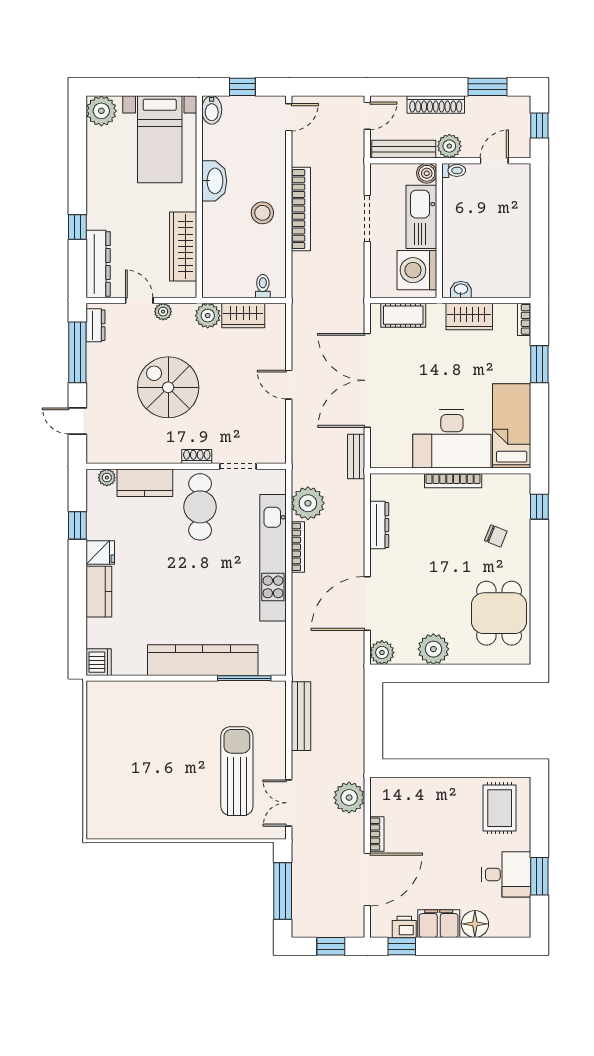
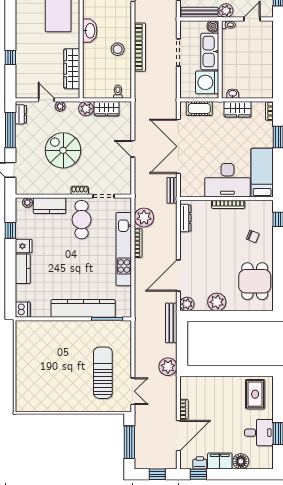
dresser: (98, 264) -> (22, 79), removed
dresser: (379, 525) -> (185, 218), moved
bench: (301, 716) -> (171, 323), moved
plant: (349, 798) -> (168, 367), moved
double door: (289, 803) -> (133, 391), swing flipped

